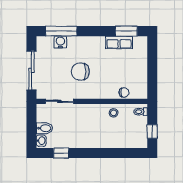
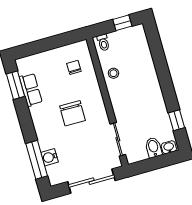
chair: (80, 72) -> (72, 113), moved
chair: (124, 93) -> (74, 67), moved

